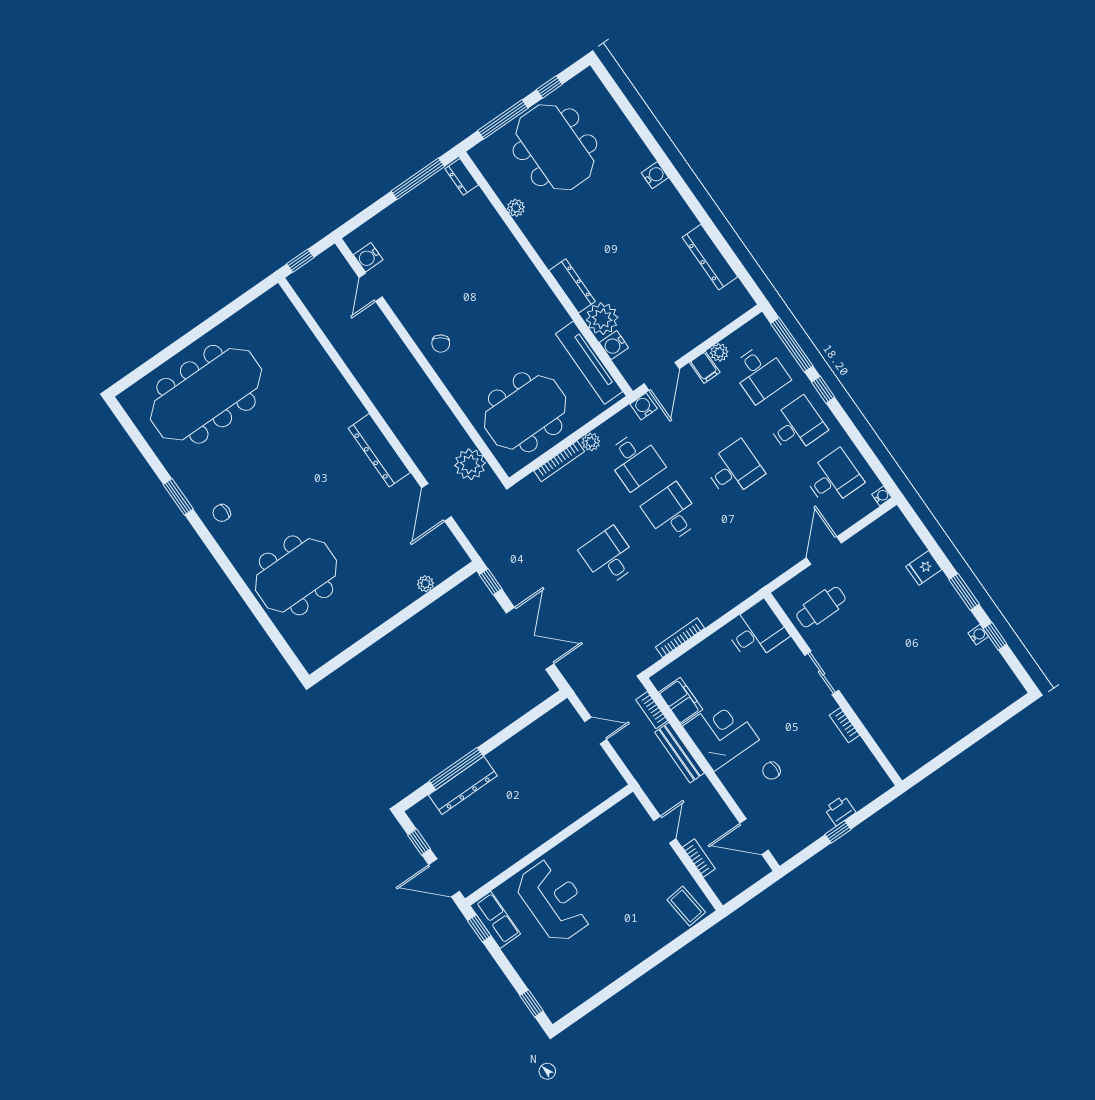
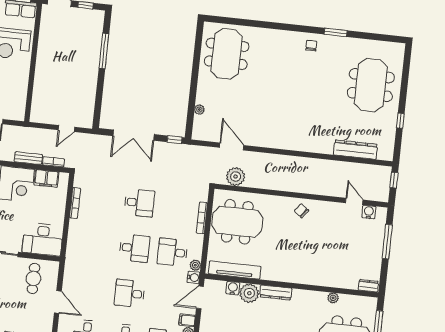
window: (418, 179) -> (387, 242), moved
window: (218, 318) -> (400, 121), added
door: (662, 376) -> (200, 297), hinge flipped
meeting table: (206, 394) -> (371, 85), width x0.73
meeting table: (525, 412) -> (237, 222), turned 90
plant: (591, 442) -> (195, 265), moved
dresser: (379, 450) -> (355, 150), moved
desk: (734, 469) -> (130, 293), turned 90
meeting table: (296, 575) -> (227, 54), moved
desk: (757, 631) -> (43, 239), width x1.37
bench: (680, 753) -> (28, 158), width x0.73
dresser: (463, 785) -> (94, 47), removed

